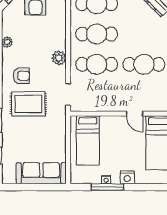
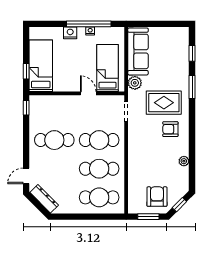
plant: (59, 58) -> (135, 83), moved
door: (135, 114) -> (88, 93), moved
sofa: (41, 173) -> (138, 51), moved, turned -90
window: (107, 187) -> (89, 24), width x1.46

